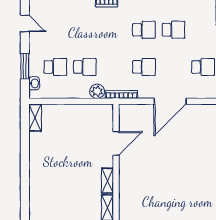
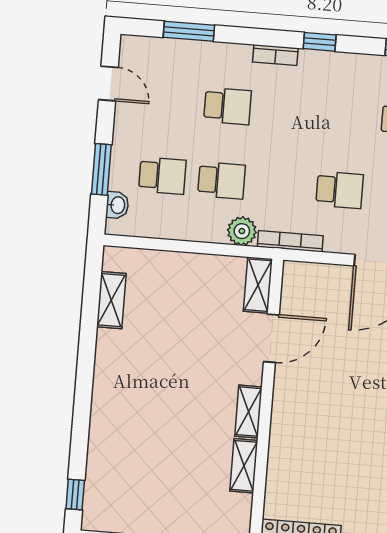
school desk: (144, 30) -> (227, 106), moved
shelving: (35, 118) -> (111, 300), moved
shelving: (107, 118) -> (258, 285), added

